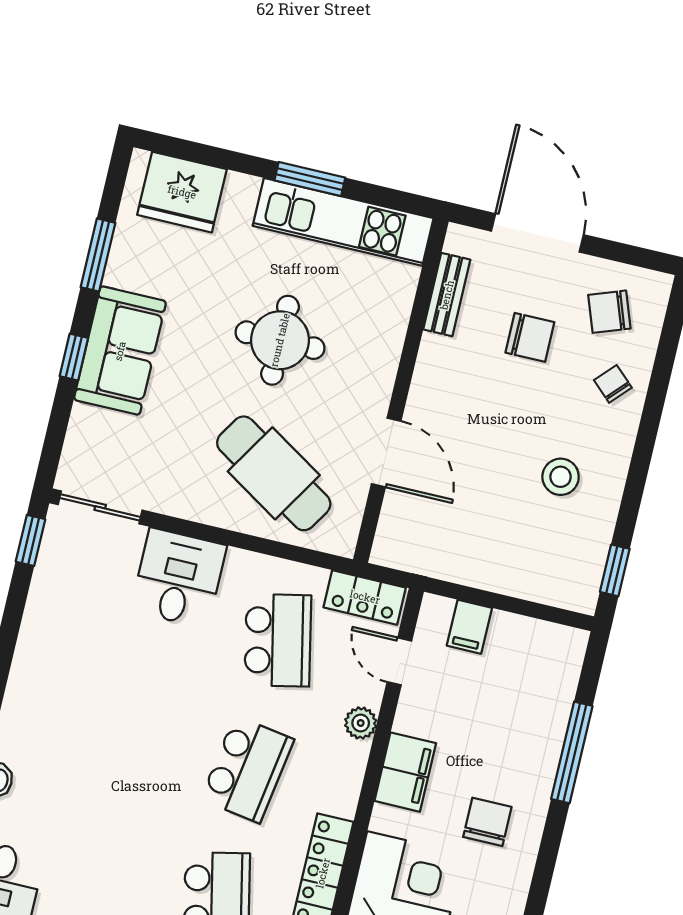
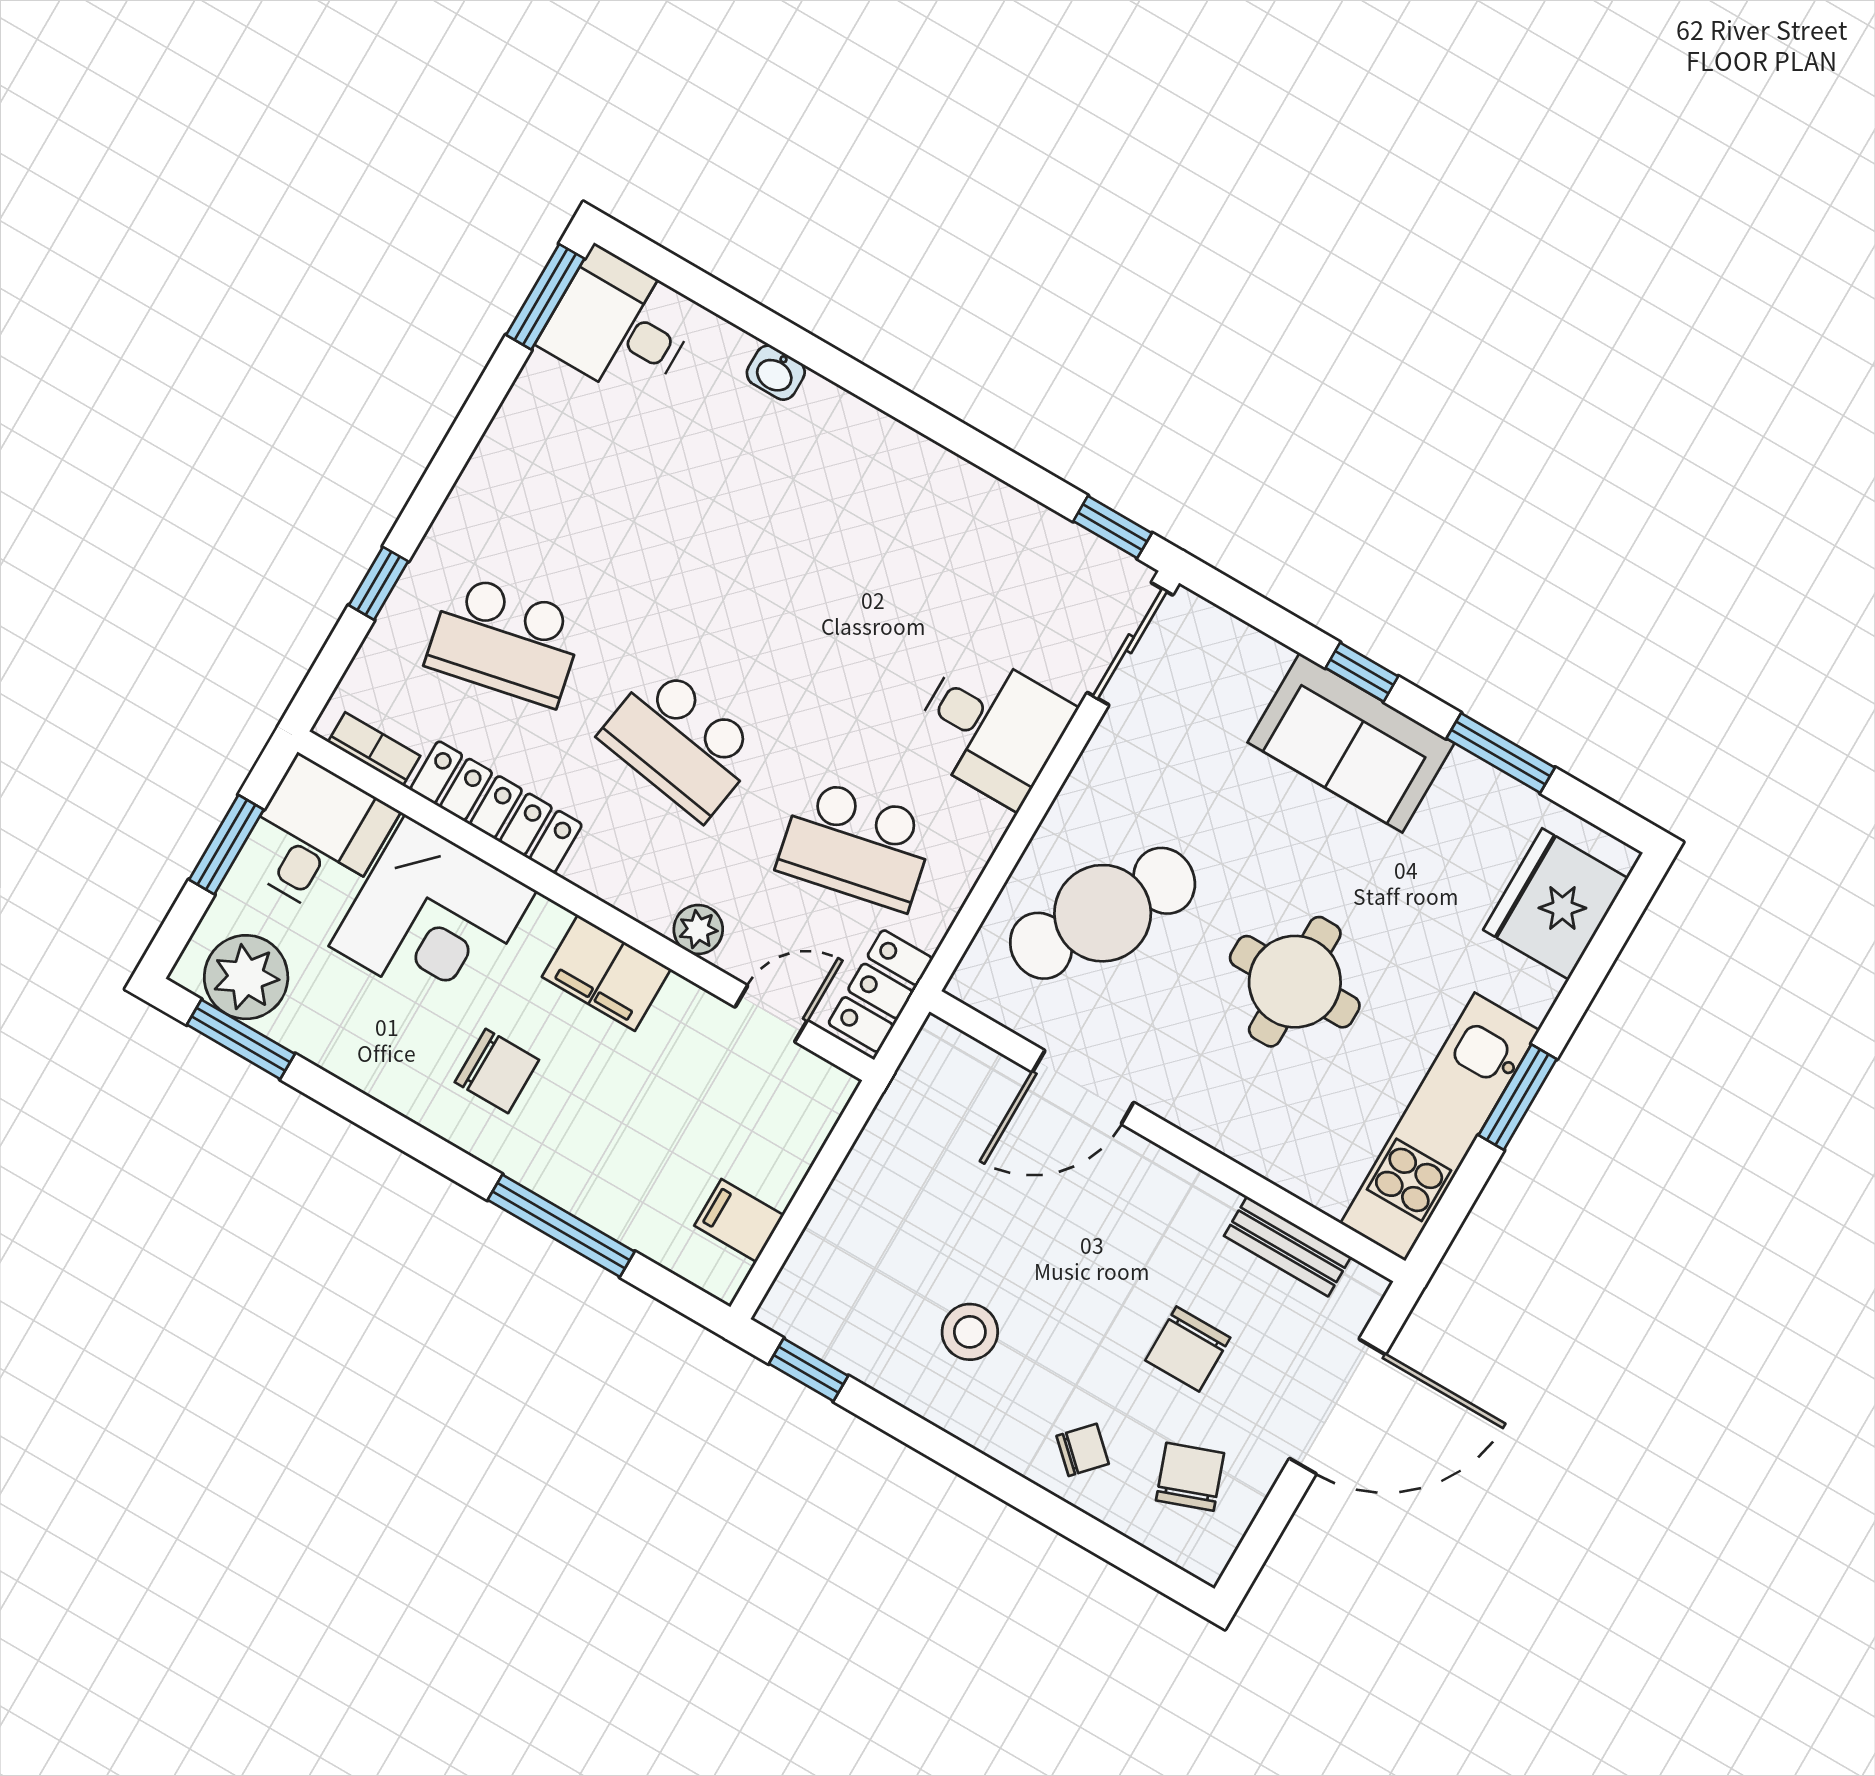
filing cabinet: (469, 627) -> (739, 1220), moved

